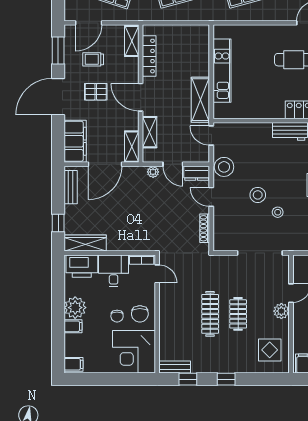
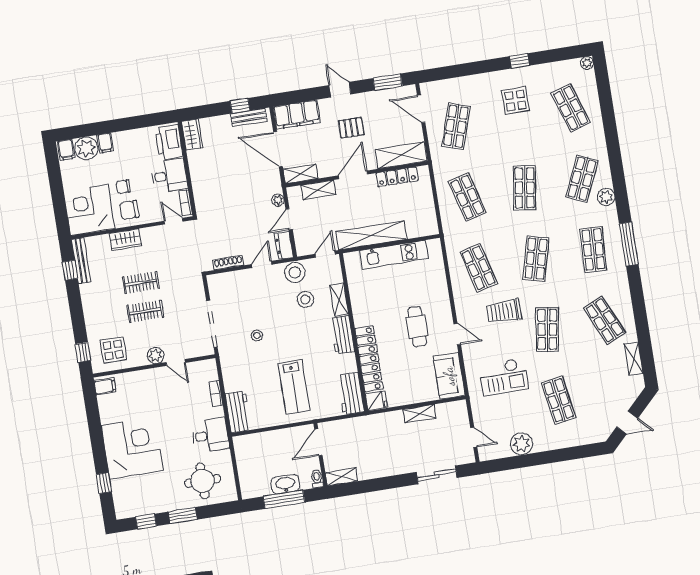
shelving: (132, 41) -> (401, 155), width x1.50, depth x1.33
trolley: (93, 59) -> (384, 120), removed
pallet: (96, 92) -> (351, 128), turned 90
door: (58, 97) -> (340, 90), width x0.53
shelving: (200, 100) -> (371, 235), width x1.47
shelving: (256, 129) -> (339, 300), added
stool: (258, 195) -> (305, 299), moved
window: (58, 223) -> (240, 106), moved
wardrobe: (85, 243) -> (192, 135), width x0.67
door: (157, 274) -> (173, 221), swing flipped
plant: (75, 308) -> (86, 148), moved
clothes rail: (210, 314) -> (141, 282), width x0.73
wardrobe: (167, 322) -> (125, 240), added
bench: (175, 367) -> (81, 261), width x1.36
window: (226, 379) -> (83, 352), moved

